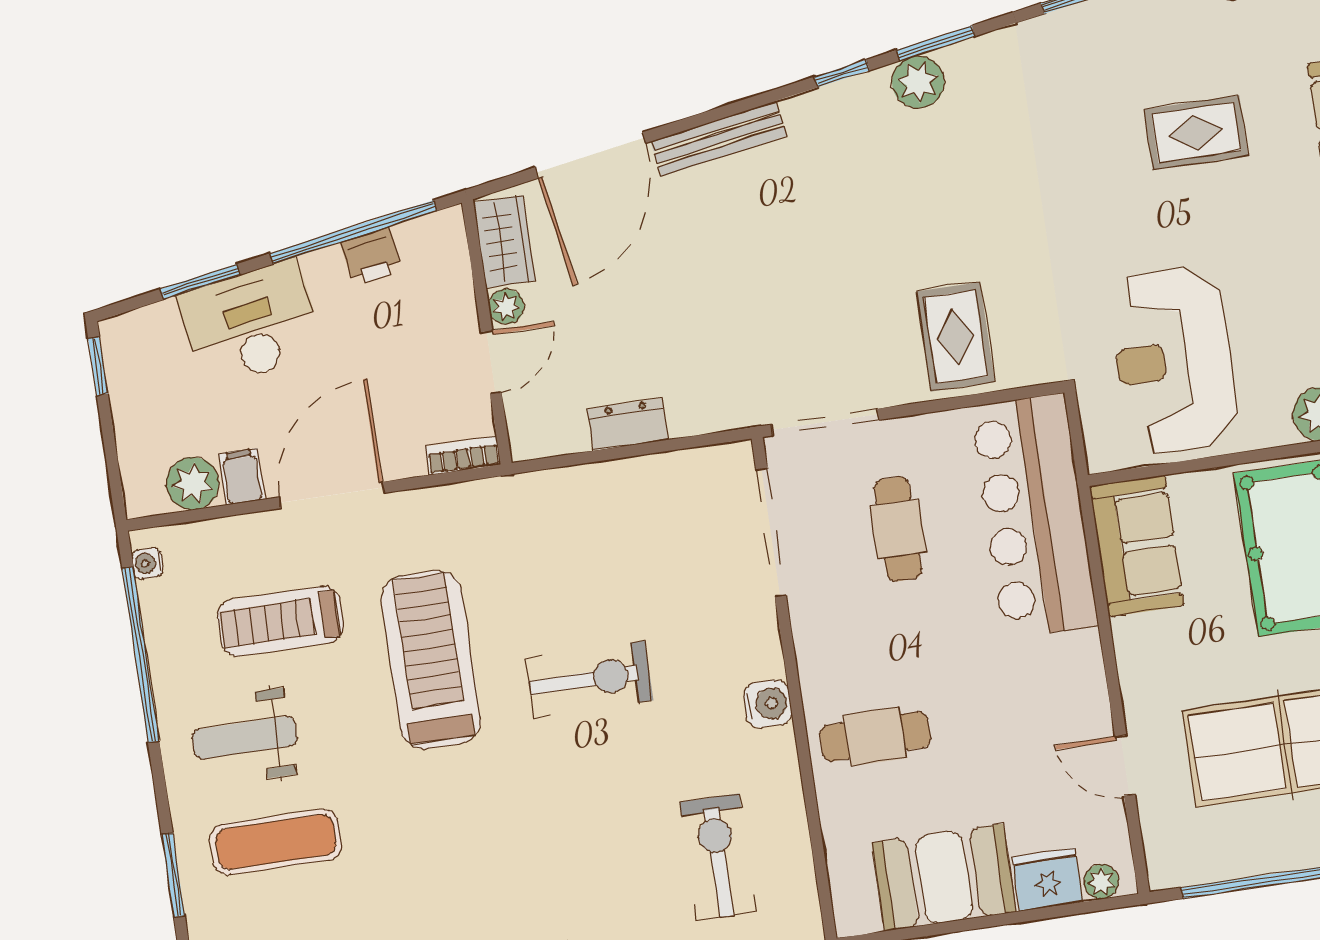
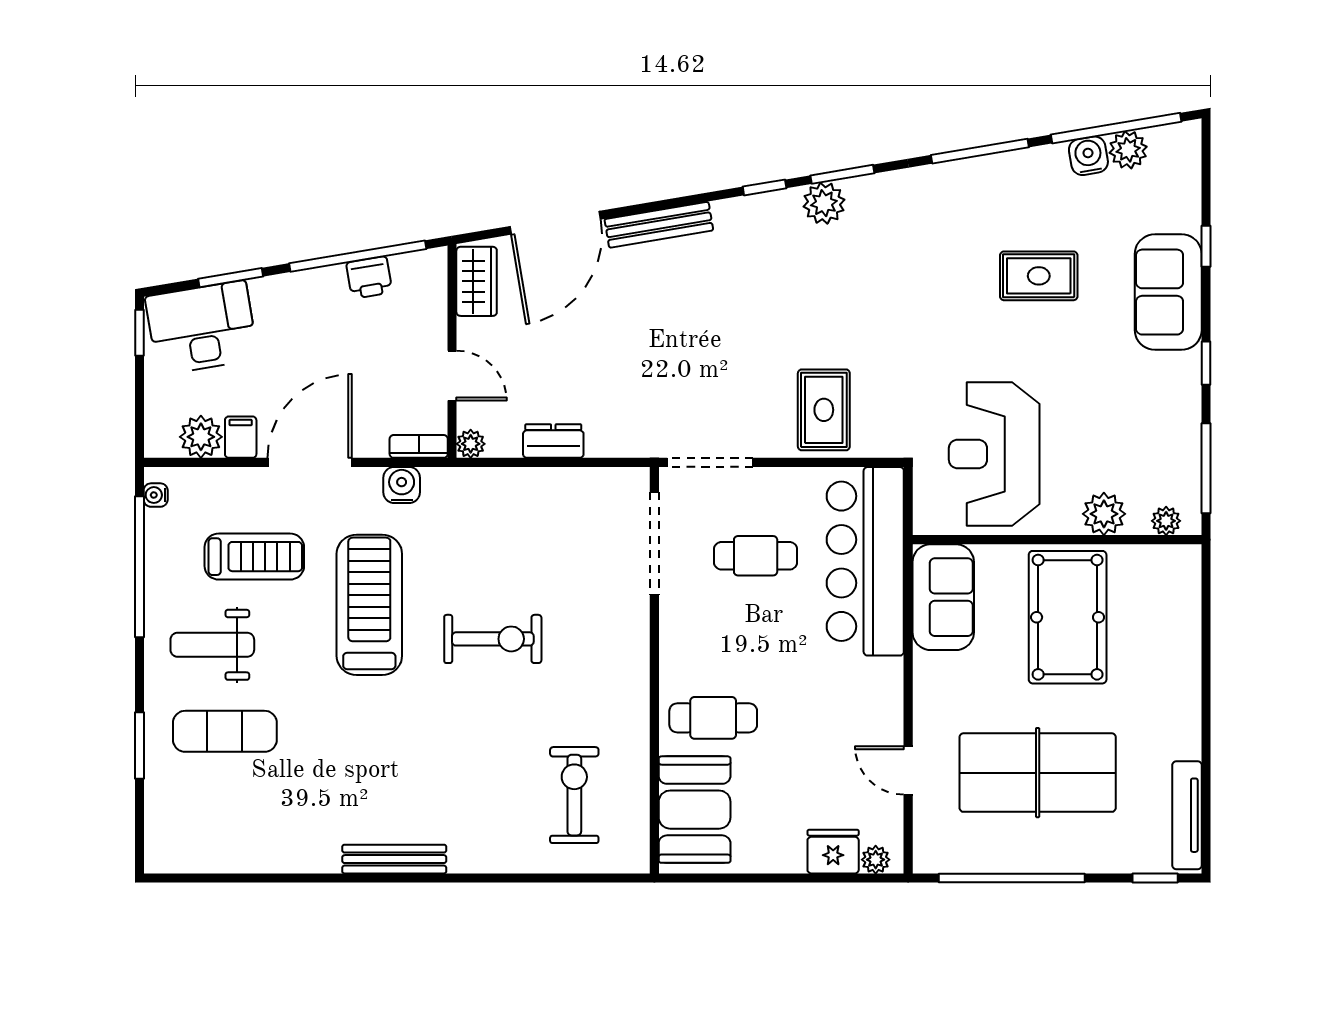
plant: (506, 307) -> (471, 444), moved
desk: (251, 324) -> (202, 328), moved
door: (491, 362) -> (452, 376), hinge flipped
cafe table: (898, 529) -> (756, 556), turned 90
treadmill: (280, 621) -> (254, 557), turned 180
water cooler: (768, 704) -> (402, 485), moved, turned -90
booth: (944, 877) -> (695, 810), moved, turned 90

